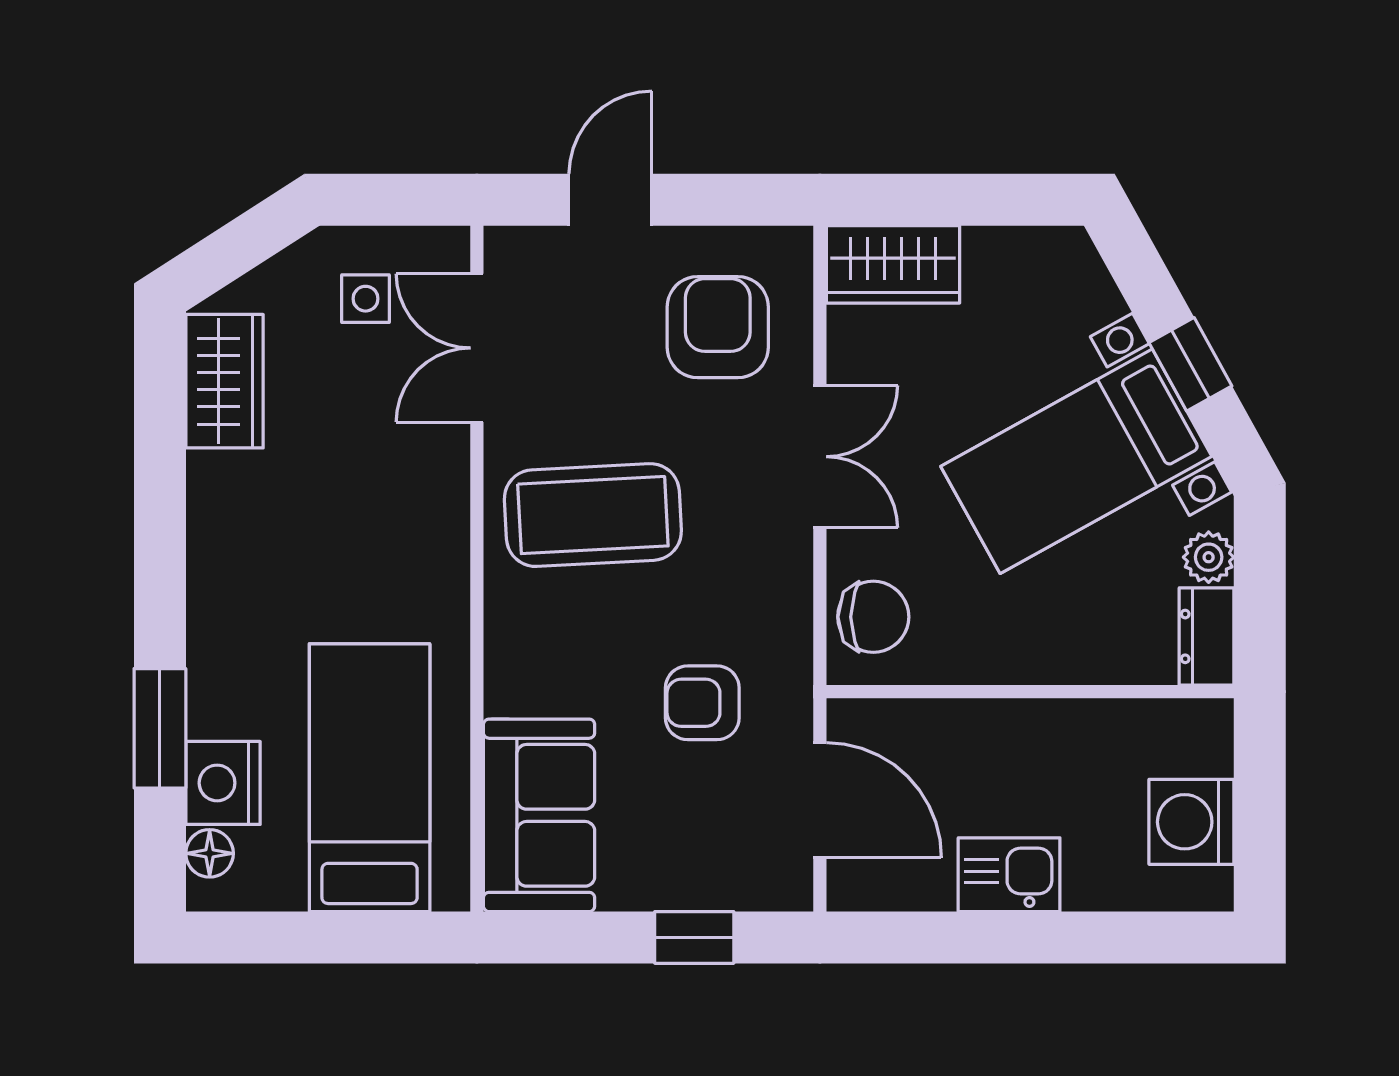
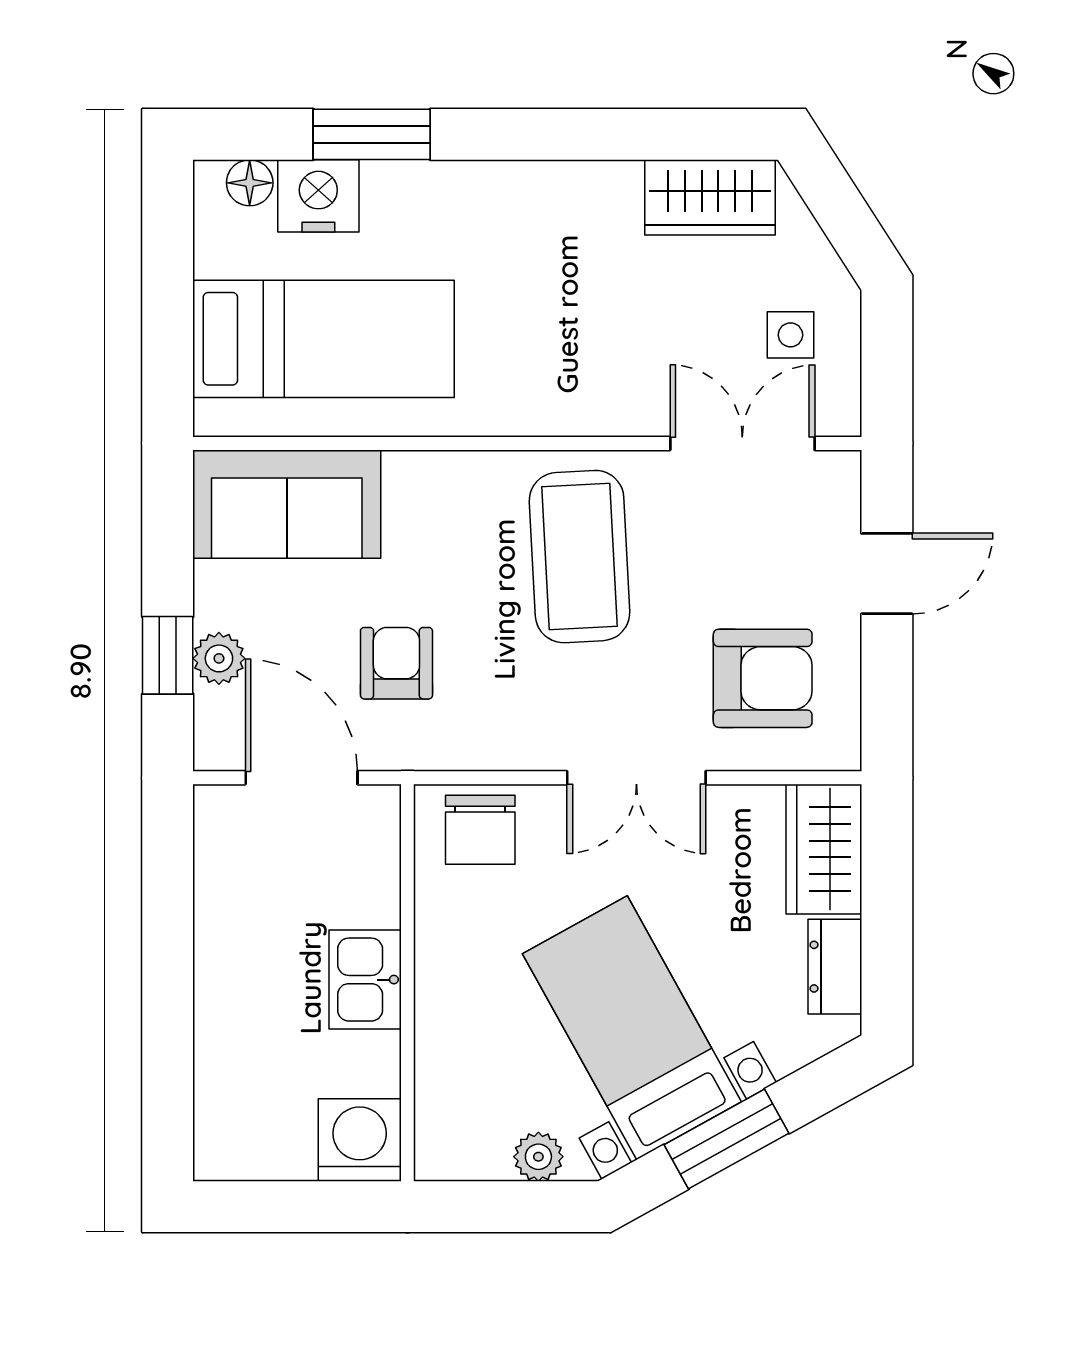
door: (610, 200) -> (887, 574), hinge flipped
window: (1190, 364) -> (727, 1139), width x1.50
dresser: (1207, 636) -> (835, 967), moved, turned -90
door: (820, 800) -> (301, 778), swing flipped
washing machine: (1191, 822) -> (360, 1140), moved
kitchen sink: (1009, 875) -> (365, 980), moved, turned 180
plant: (697, 885) -> (219, 658), added

